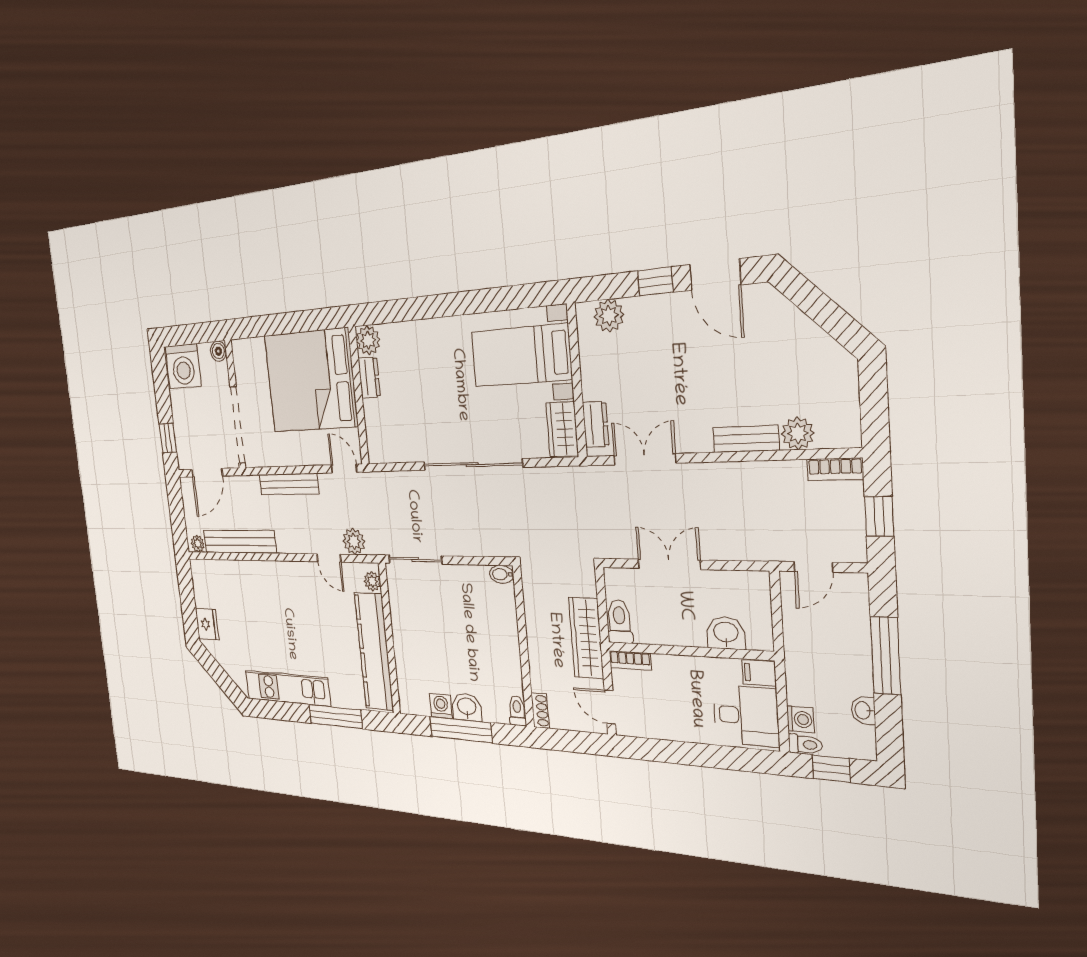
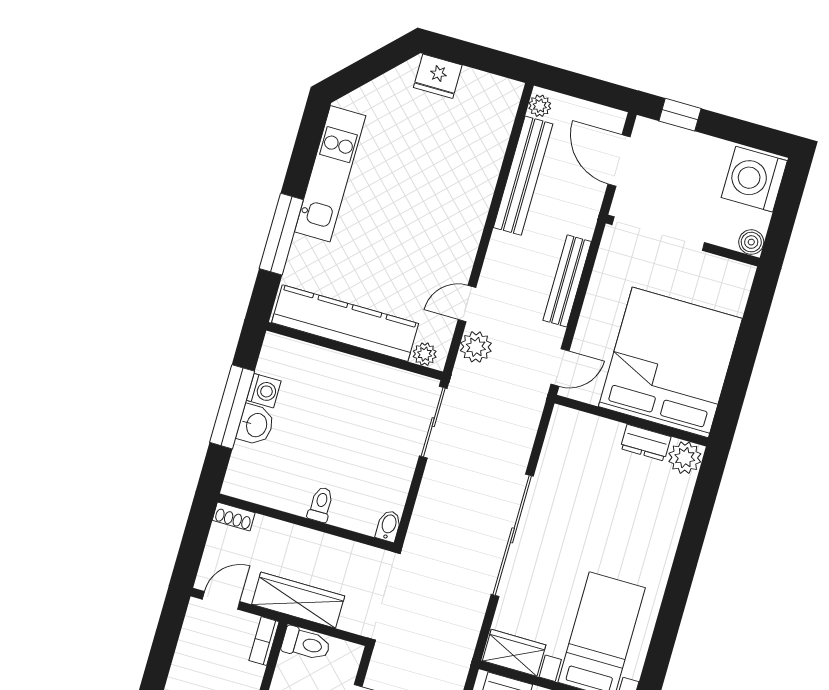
toilet: (517, 711) -> (321, 505), moved, turned -90

